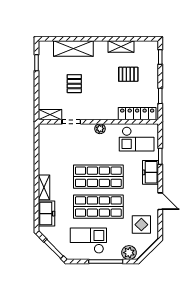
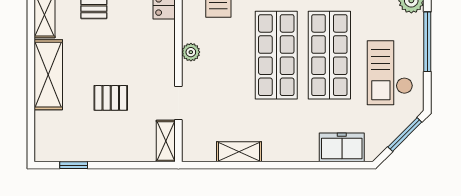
shelving: (73, 49) -> (48, 75), moved
shelving: (44, 187) -> (239, 152), moved

